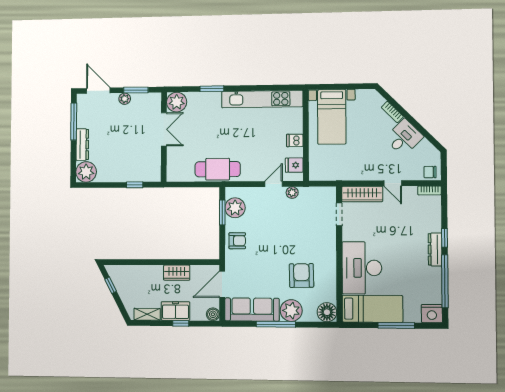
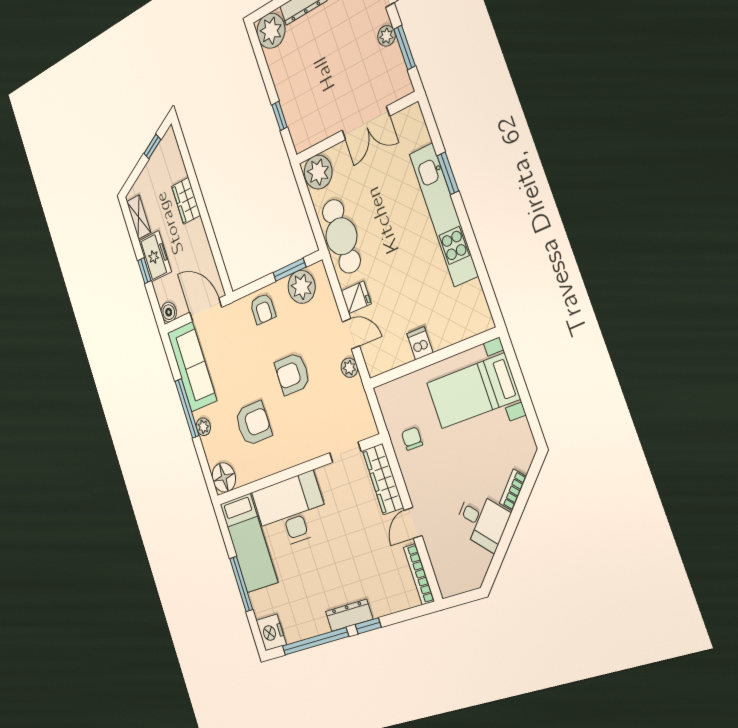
kitchen unit: (262, 99) -> (444, 215), moved
plant: (177, 102) -> (318, 172), moved
fridge: (294, 165) -> (356, 297), moved, turned 90
chair: (430, 172) -> (412, 439), moved
bookcase: (429, 190) -> (419, 574), width x1.56
armchair: (282, 234) -> (292, 374), added
wardrobe: (177, 273) -> (186, 201), moved
plant: (291, 311) -> (203, 427), width x0.53, depth x0.53

